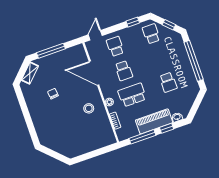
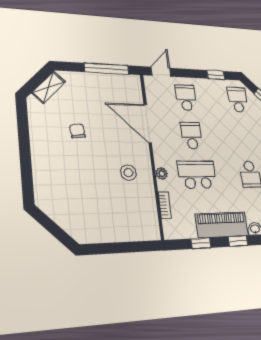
window: (51, 51) -> (107, 69), moved
school desk: (124, 71) -> (191, 135), turned 180
window: (142, 137) -> (201, 243), width x0.46

